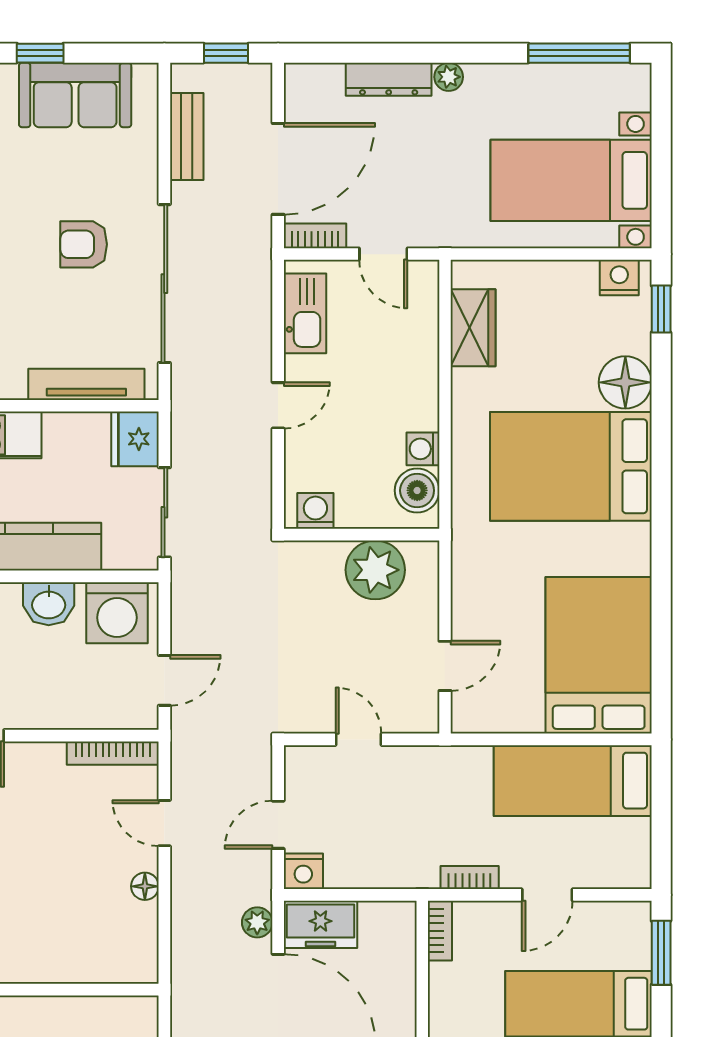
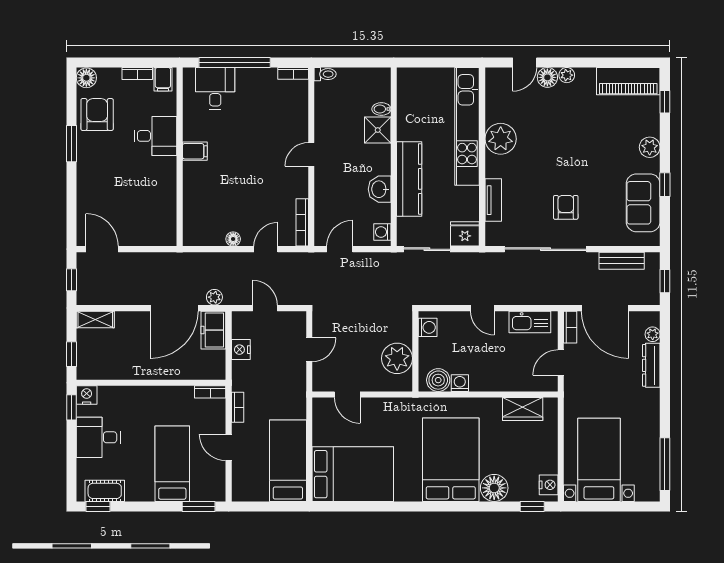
plant: (449, 77) -> (653, 334), moved
tv unit: (86, 384) -> (493, 200), width x0.71
washing machine: (117, 613) -> (382, 232), width x0.53, depth x0.53
door: (164, 680) -> (340, 249), swing flipped
nightstand: (303, 871) -> (241, 350), moved

